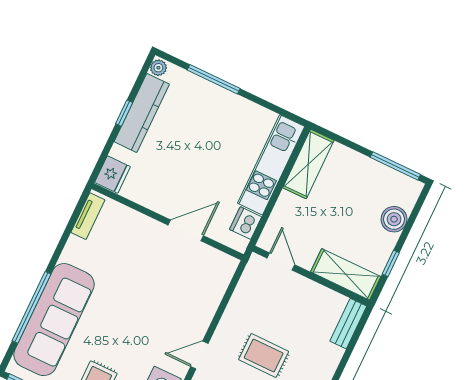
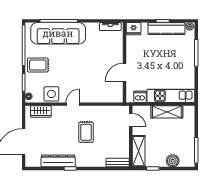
shelving: (308, 164) -> (167, 112), moved
door: (186, 230) -> (124, 72), swing flipped
door: (281, 261) -> (131, 120), hinge flipped
door: (199, 355) -> (73, 104), hinge flipped

